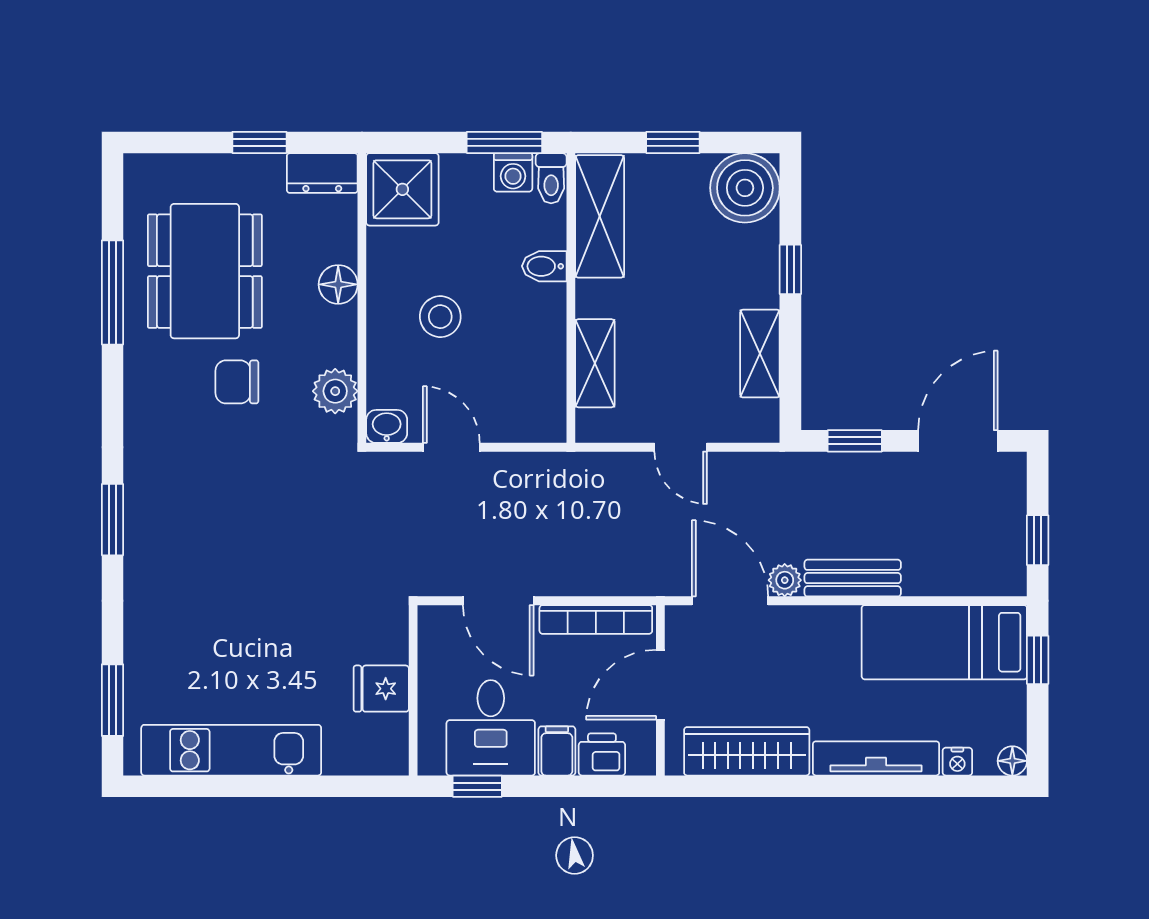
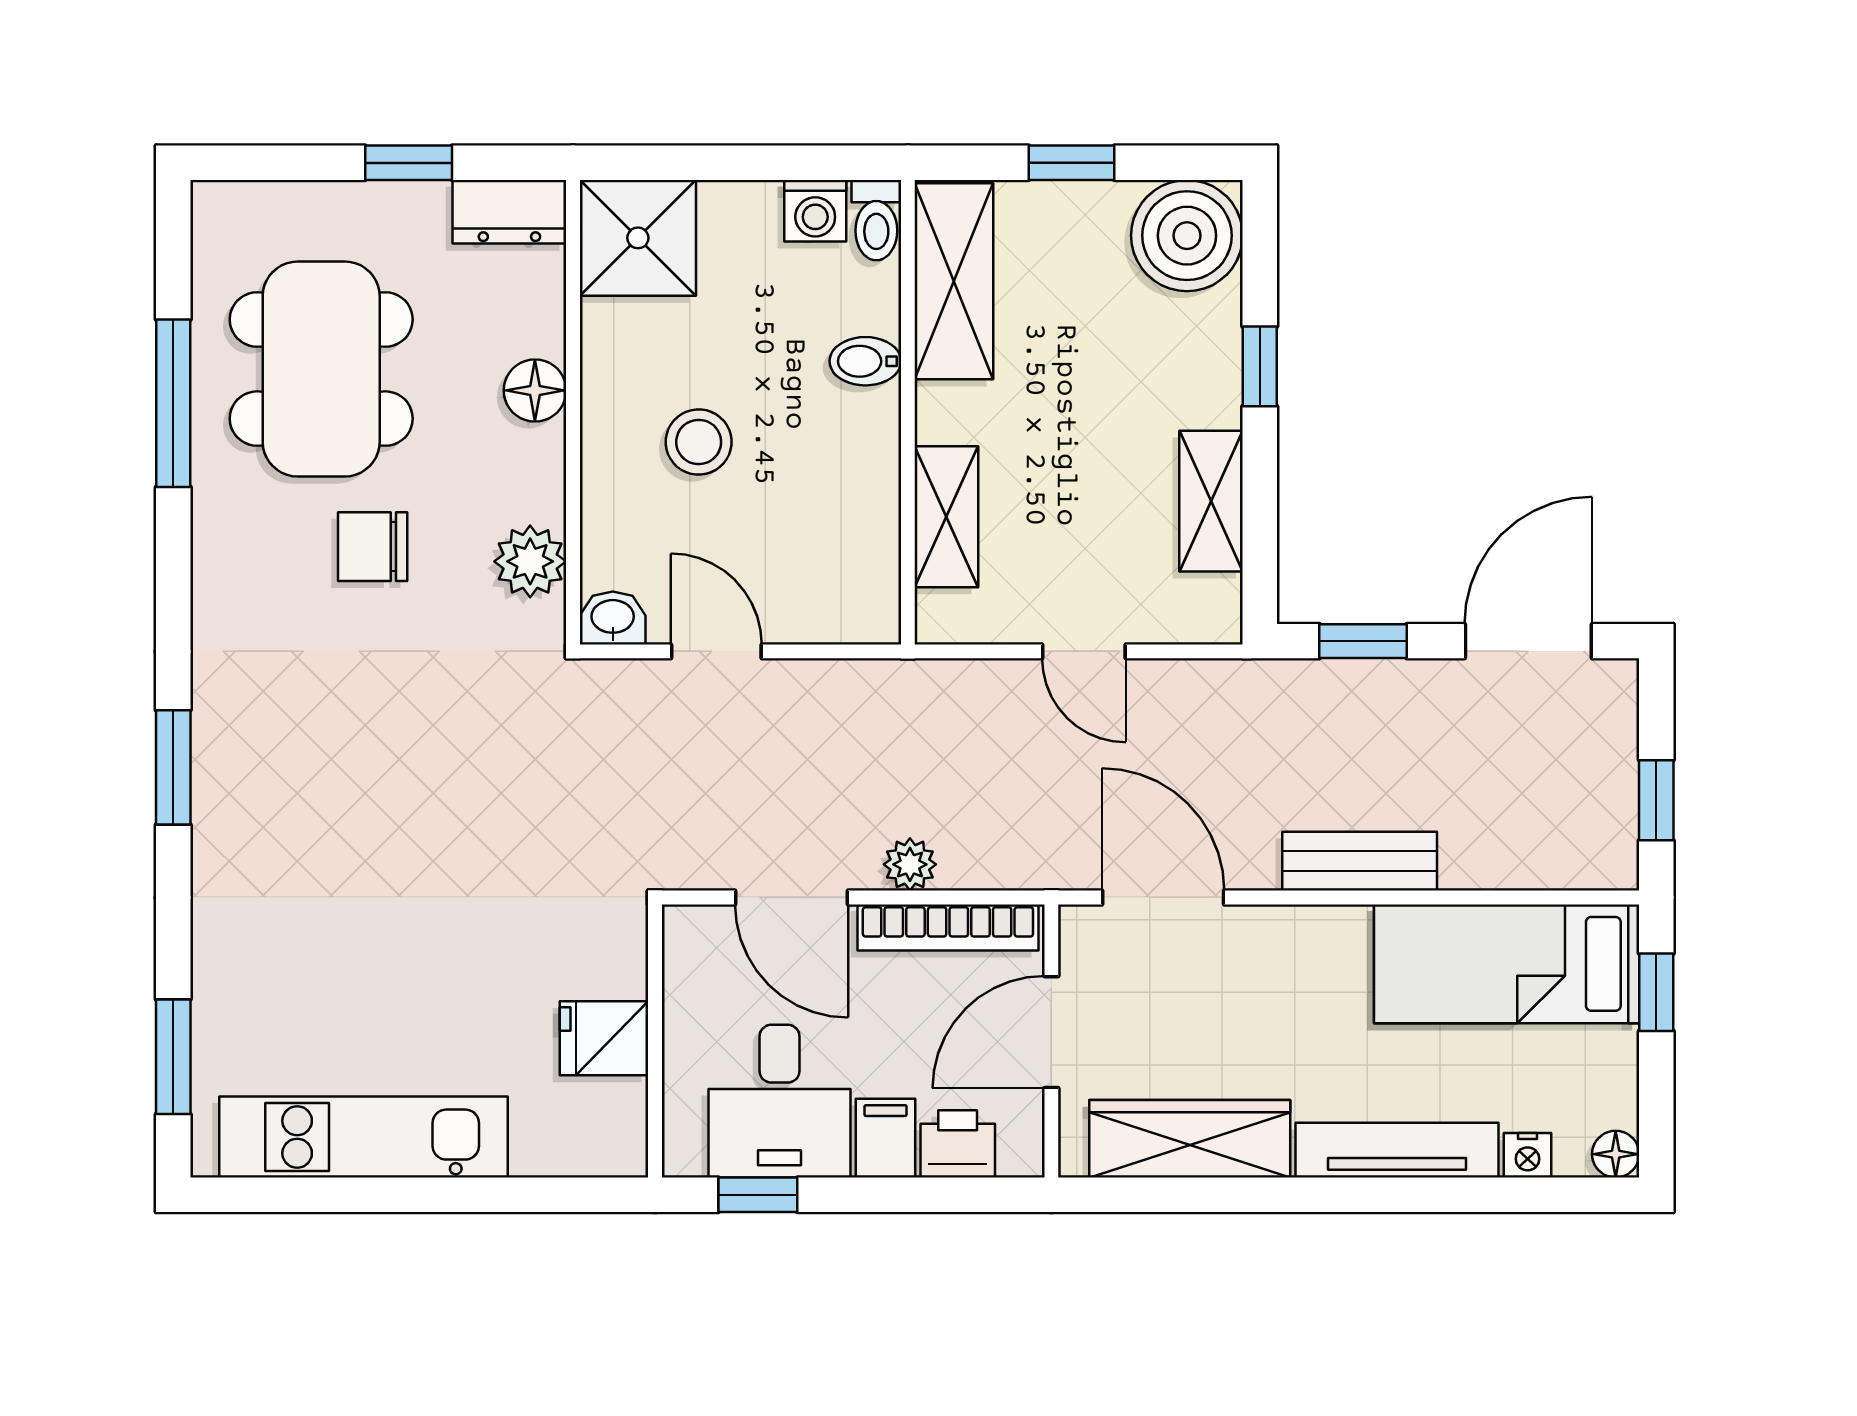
window: (504, 142) -> (801, 163), removed
plant: (785, 580) -> (910, 864), moved

